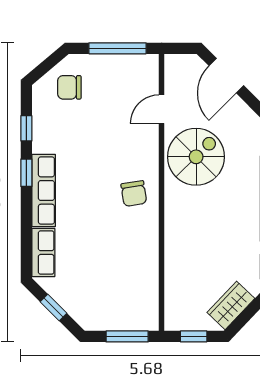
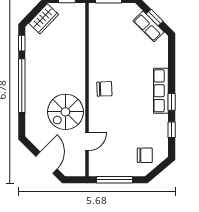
chair: (134, 194) -> (104, 89), turned 97
row of seats: (43, 253) -> (148, 26), moved, turned -45

